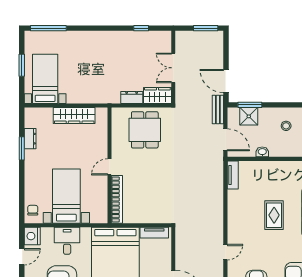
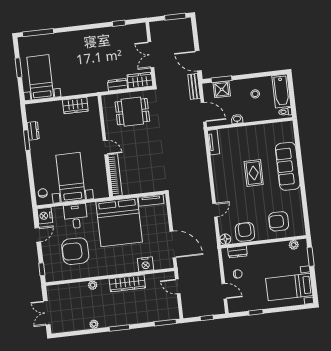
wardrobe: (74, 115) -> (75, 106), width x0.67
dining table: (145, 130) -> (132, 112), turned 90
door: (109, 167) -> (105, 148), swing flipped

